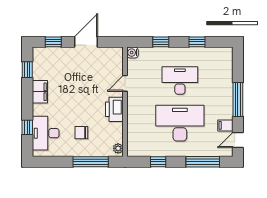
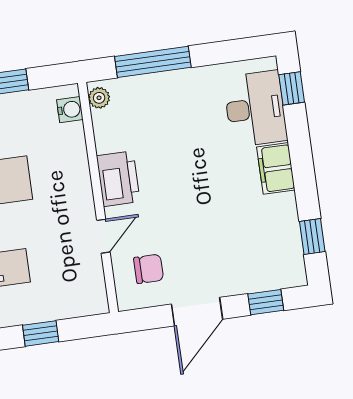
water cooler: (132, 53) -> (70, 110), moved
filing cabinet: (40, 92) -> (276, 168), moved
window: (27, 127) -> (292, 88), moved
chair: (81, 133) -> (149, 269), moved

